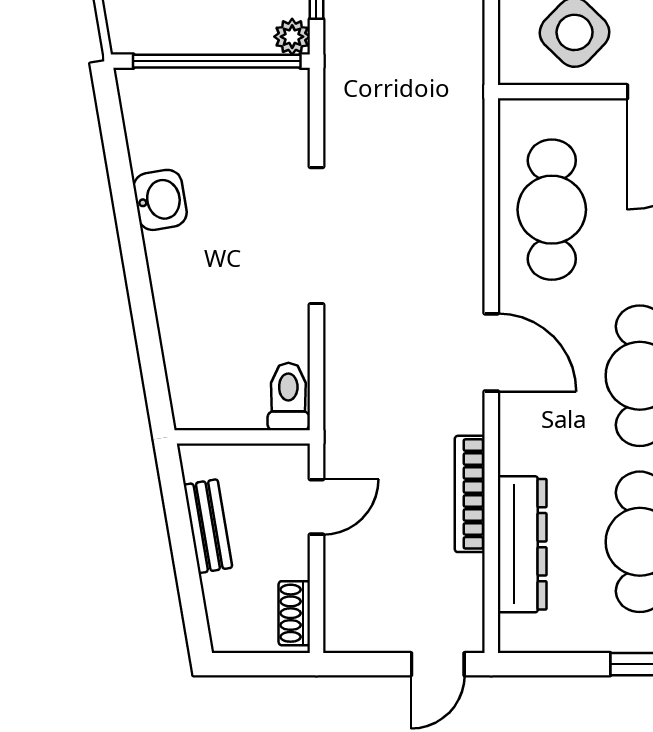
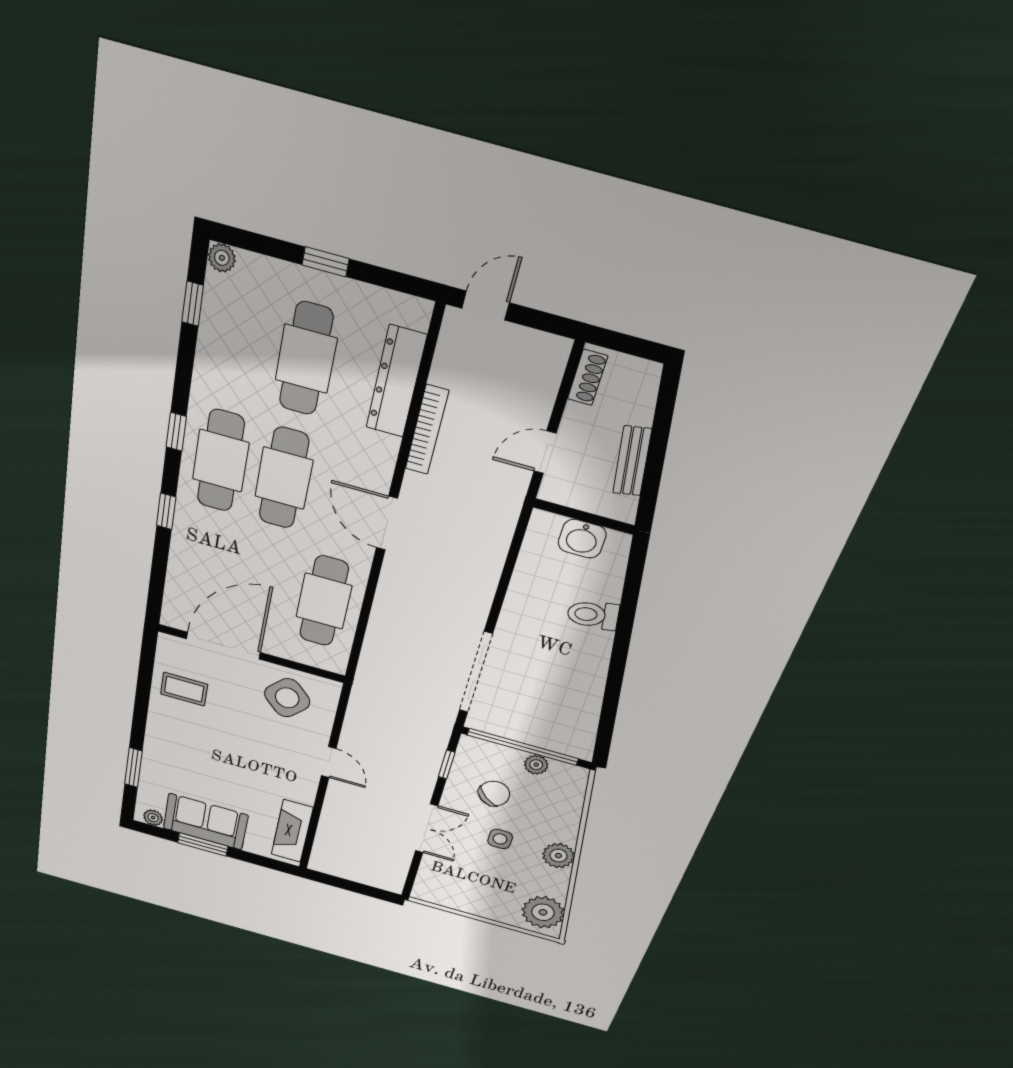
plant: (292, 37) -> (536, 765), moved
washbasin: (160, 200) -> (582, 539), moved, turned -80
doorway: (316, 236) -> (476, 673), moved
toilet: (288, 396) -> (593, 615), moved, turned 80

